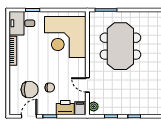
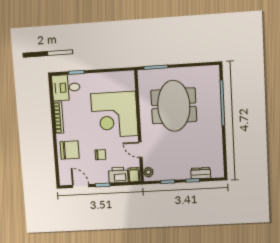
corner desk: (65, 37) -> (114, 115), moved
chair: (30, 90) -> (70, 150), moved
dresser: (142, 110) -> (201, 173), added
door: (29, 116) -> (81, 186), hinge flipped

